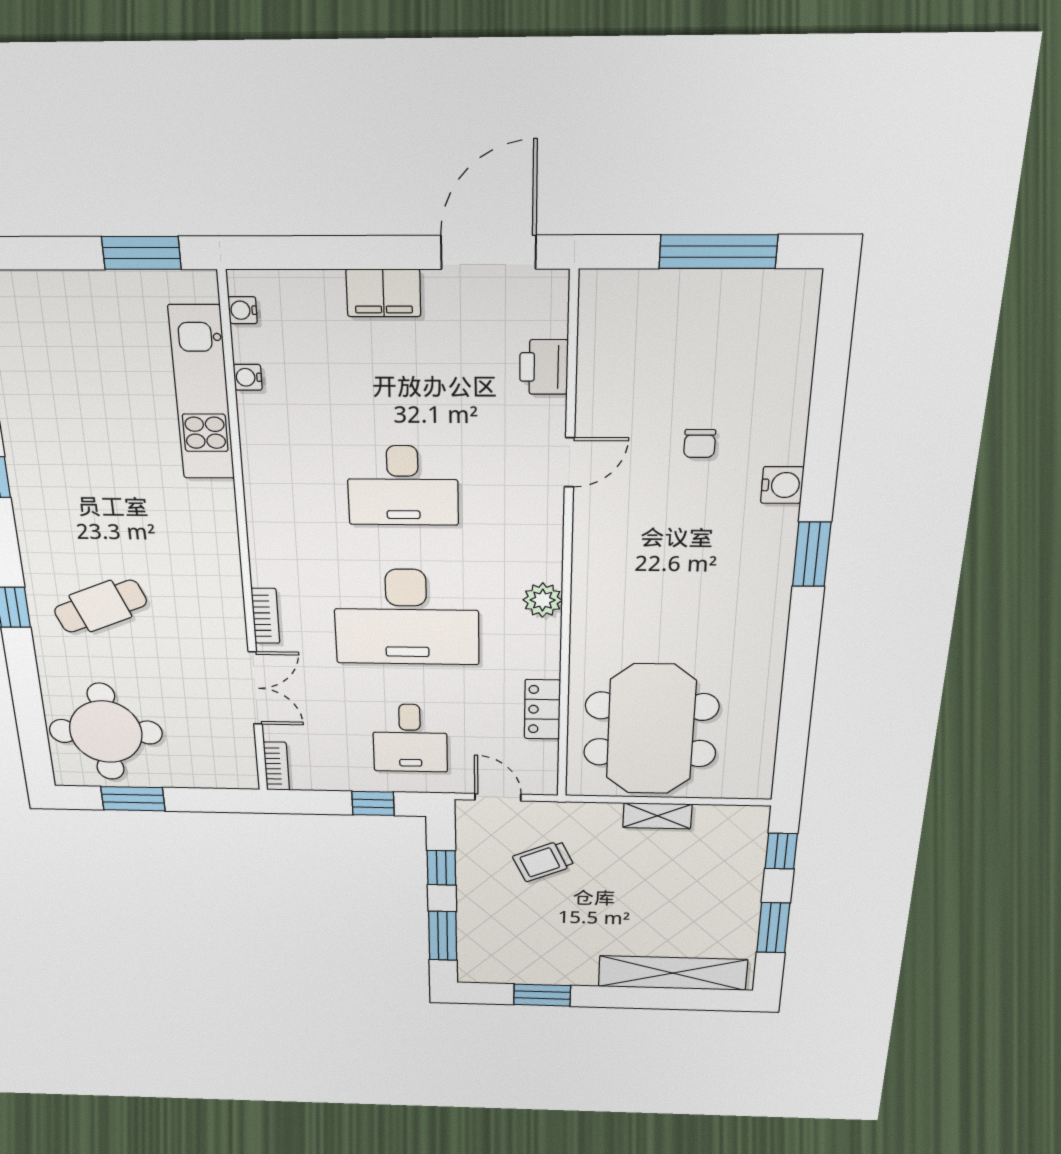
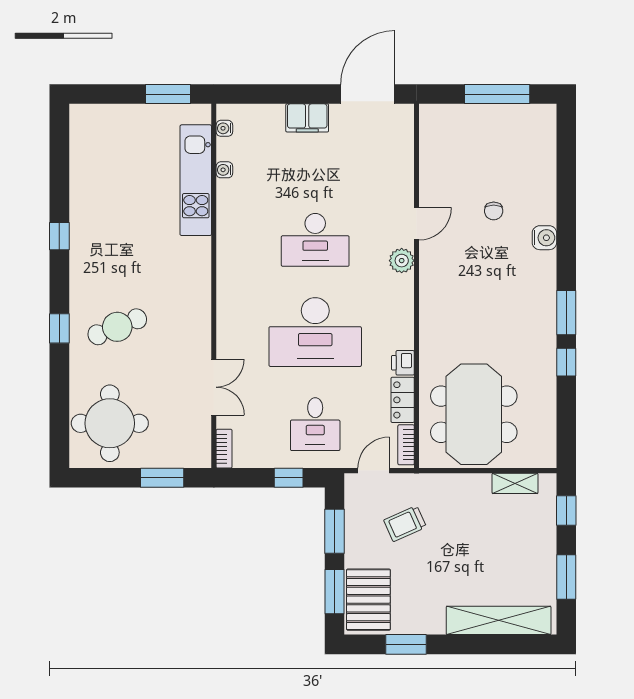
printer: (544, 367) -> (403, 363), moved, width x0.73, depth x0.81
window: (812, 554) -> (566, 313), moved
plant: (543, 600) -> (402, 261), moved
bookcase: (266, 616) -> (406, 445), moved, turned 180
window: (800, 663) -> (566, 362), added
door: (498, 797) -> (374, 471), hinge flipped
window: (133, 799) -> (162, 478), moved
shelving: (657, 816) -> (515, 483), moved
window: (441, 868) -> (334, 531), width x1.50
pallet: (490, 946) -> (368, 600), added

